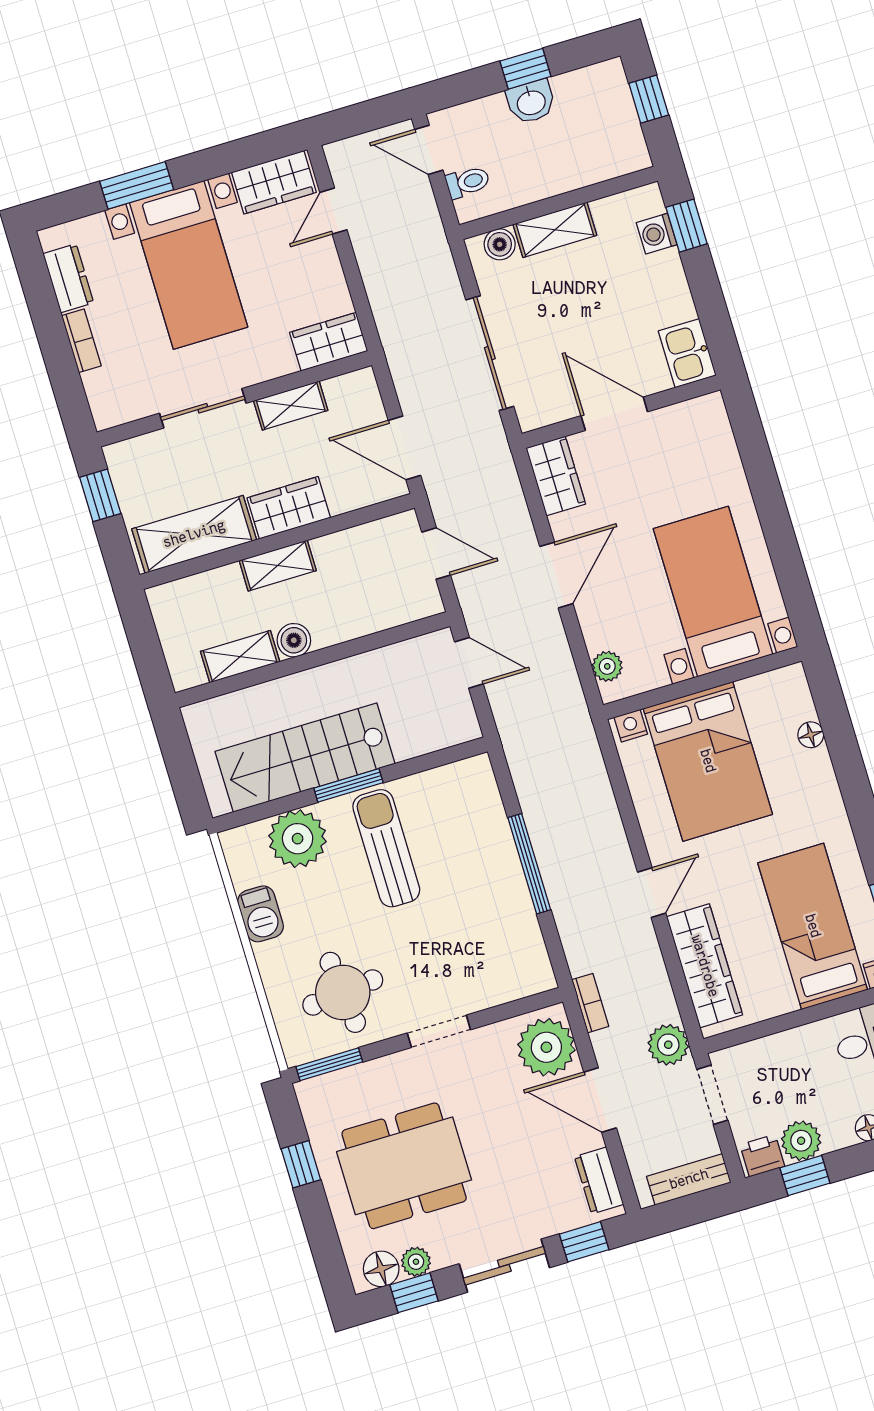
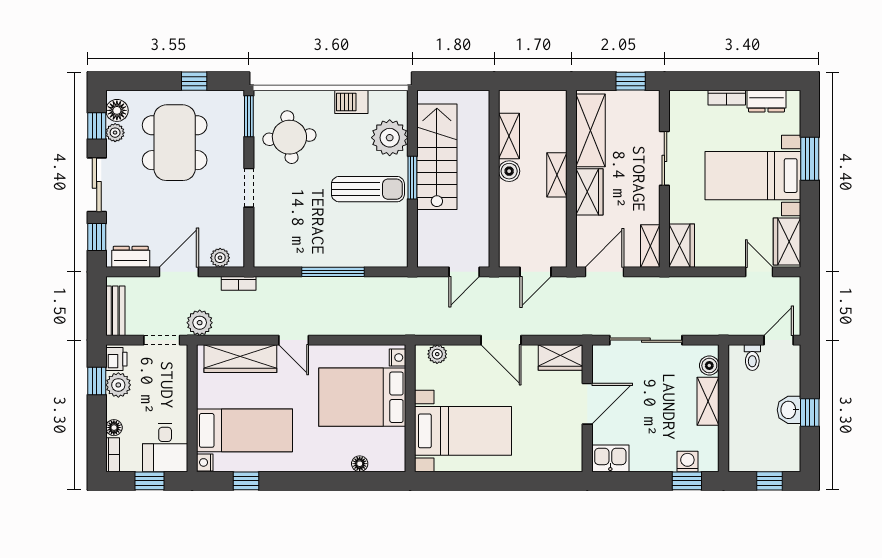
shelving: (291, 406) -> (650, 246), moved
plant: (546, 1047) -> (220, 258), width x0.53, depth x0.53

